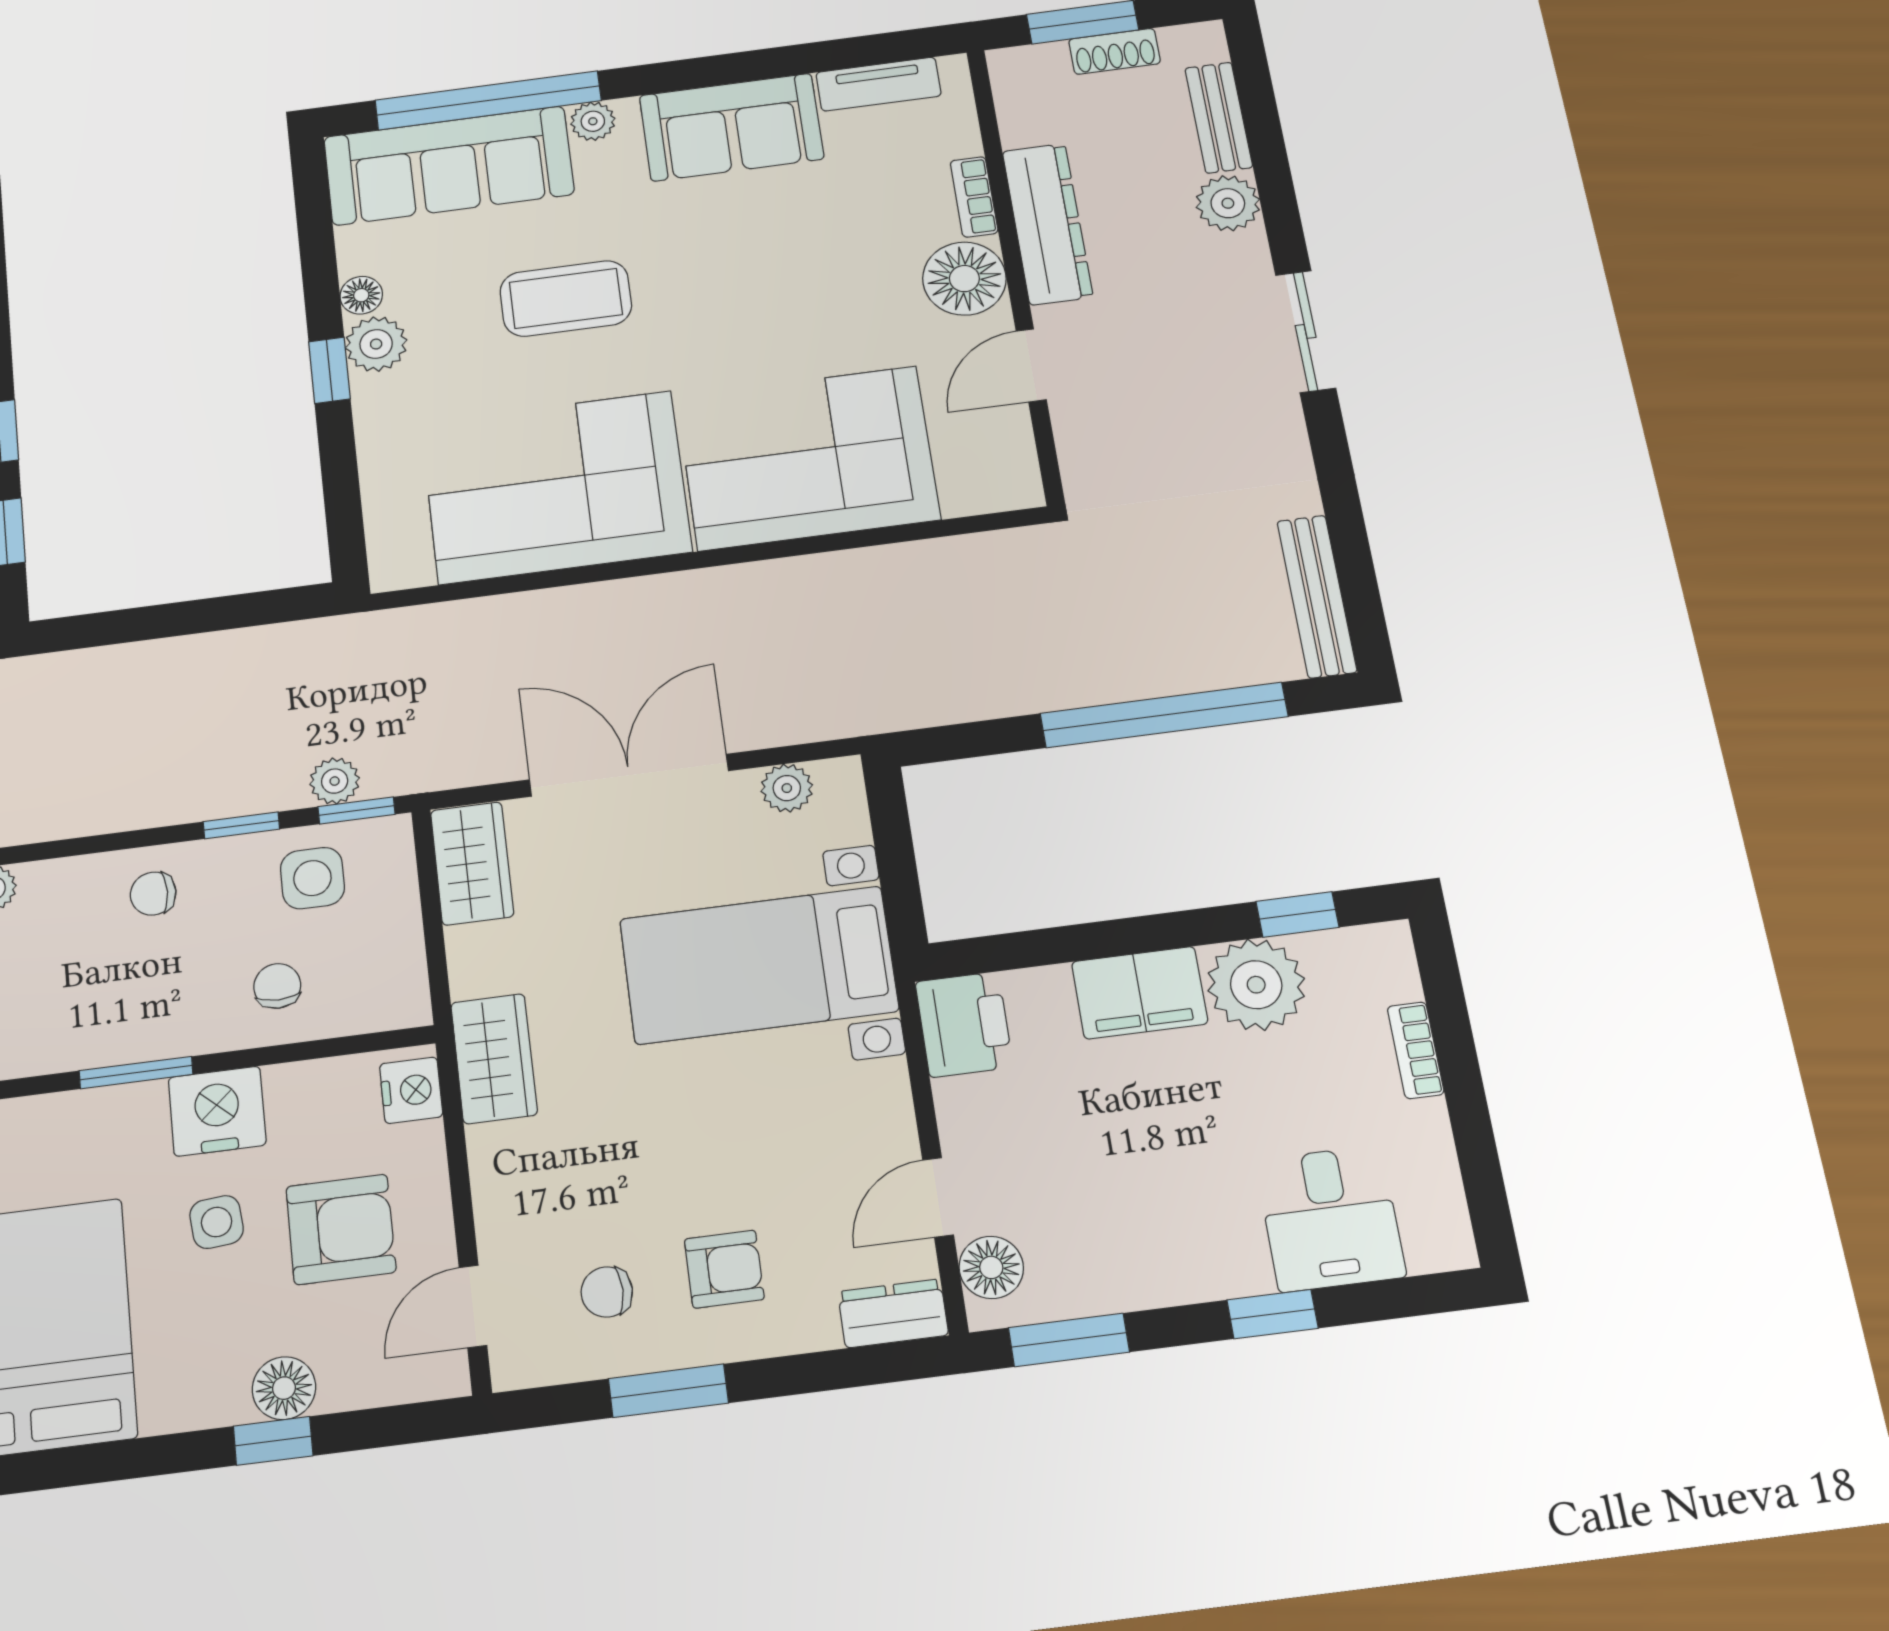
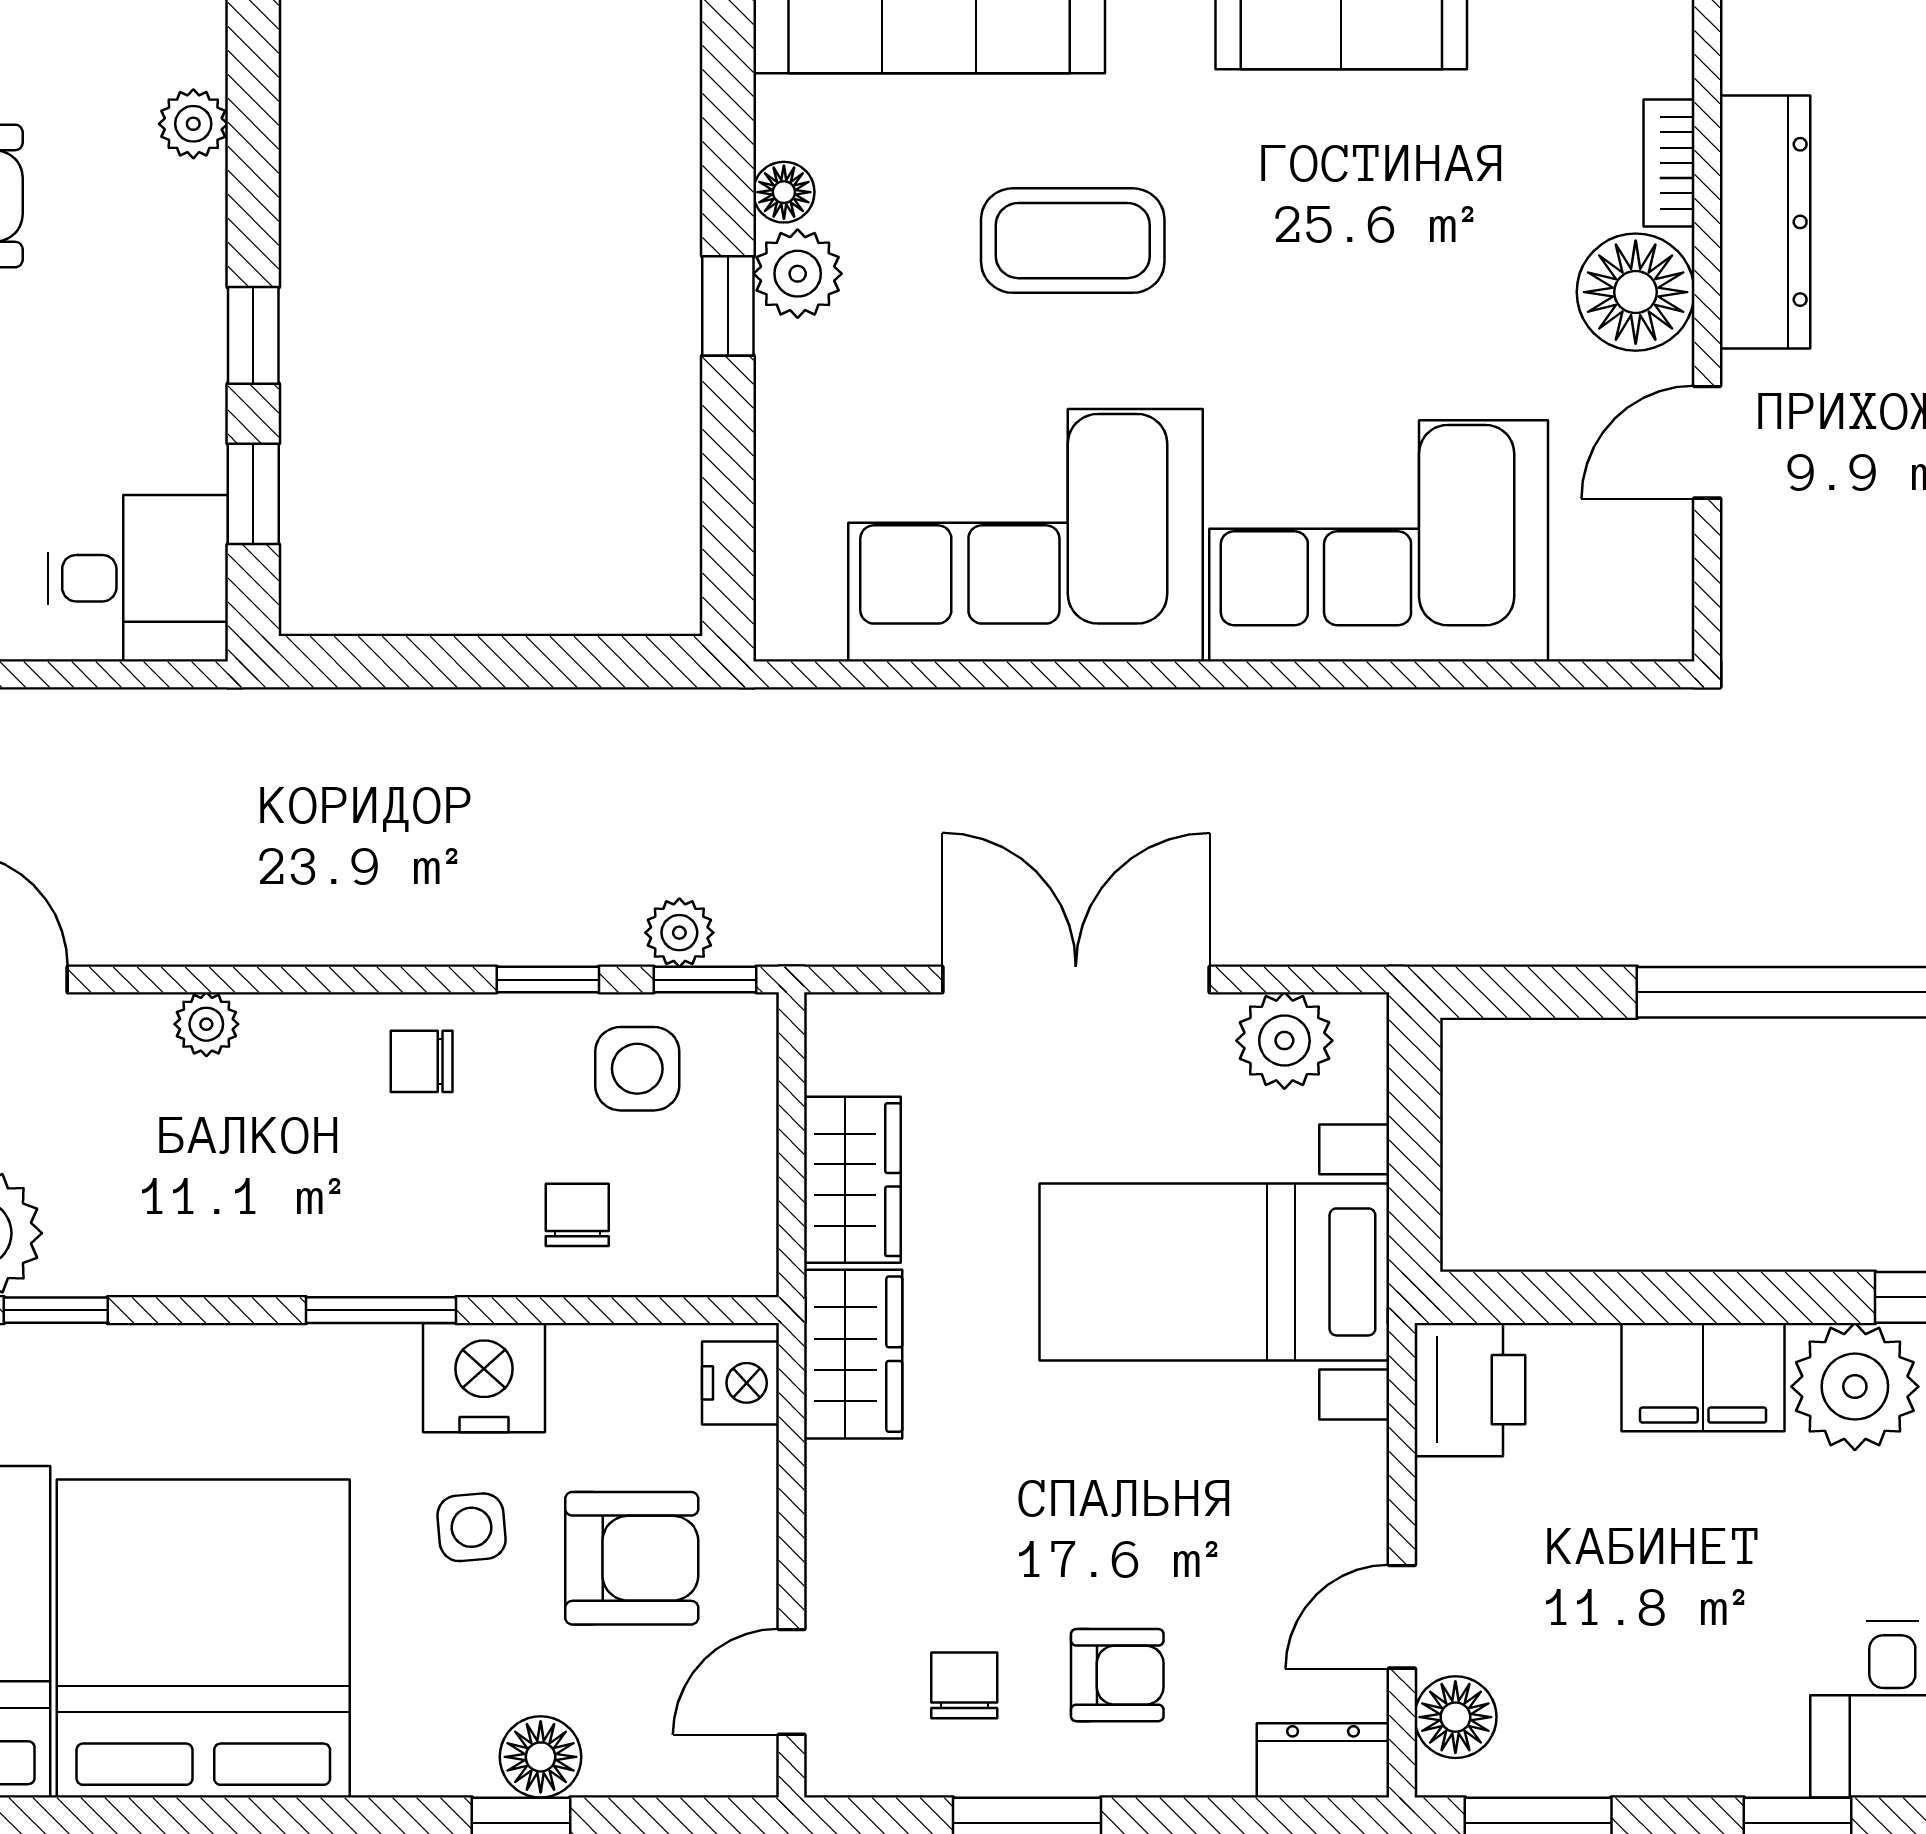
plant: (787, 788) -> (1284, 1041), width x1.38, depth x1.38
wardrobe: (472, 863) -> (852, 1180), moved
chair: (607, 1292) -> (964, 1685), turned 90

